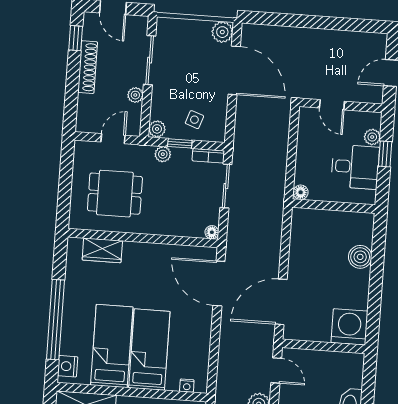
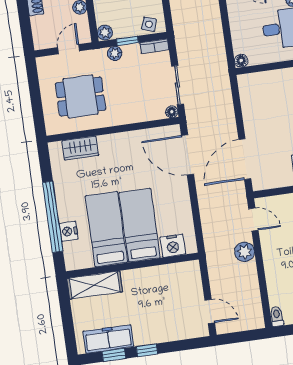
side table: (194, 120) -> (149, 24), moved
sliding door: (226, 186) -> (178, 85), moved
nightstand: (68, 366) -> (69, 231), moved
nightstand: (187, 386) -> (173, 246), width x1.89, depth x1.79

